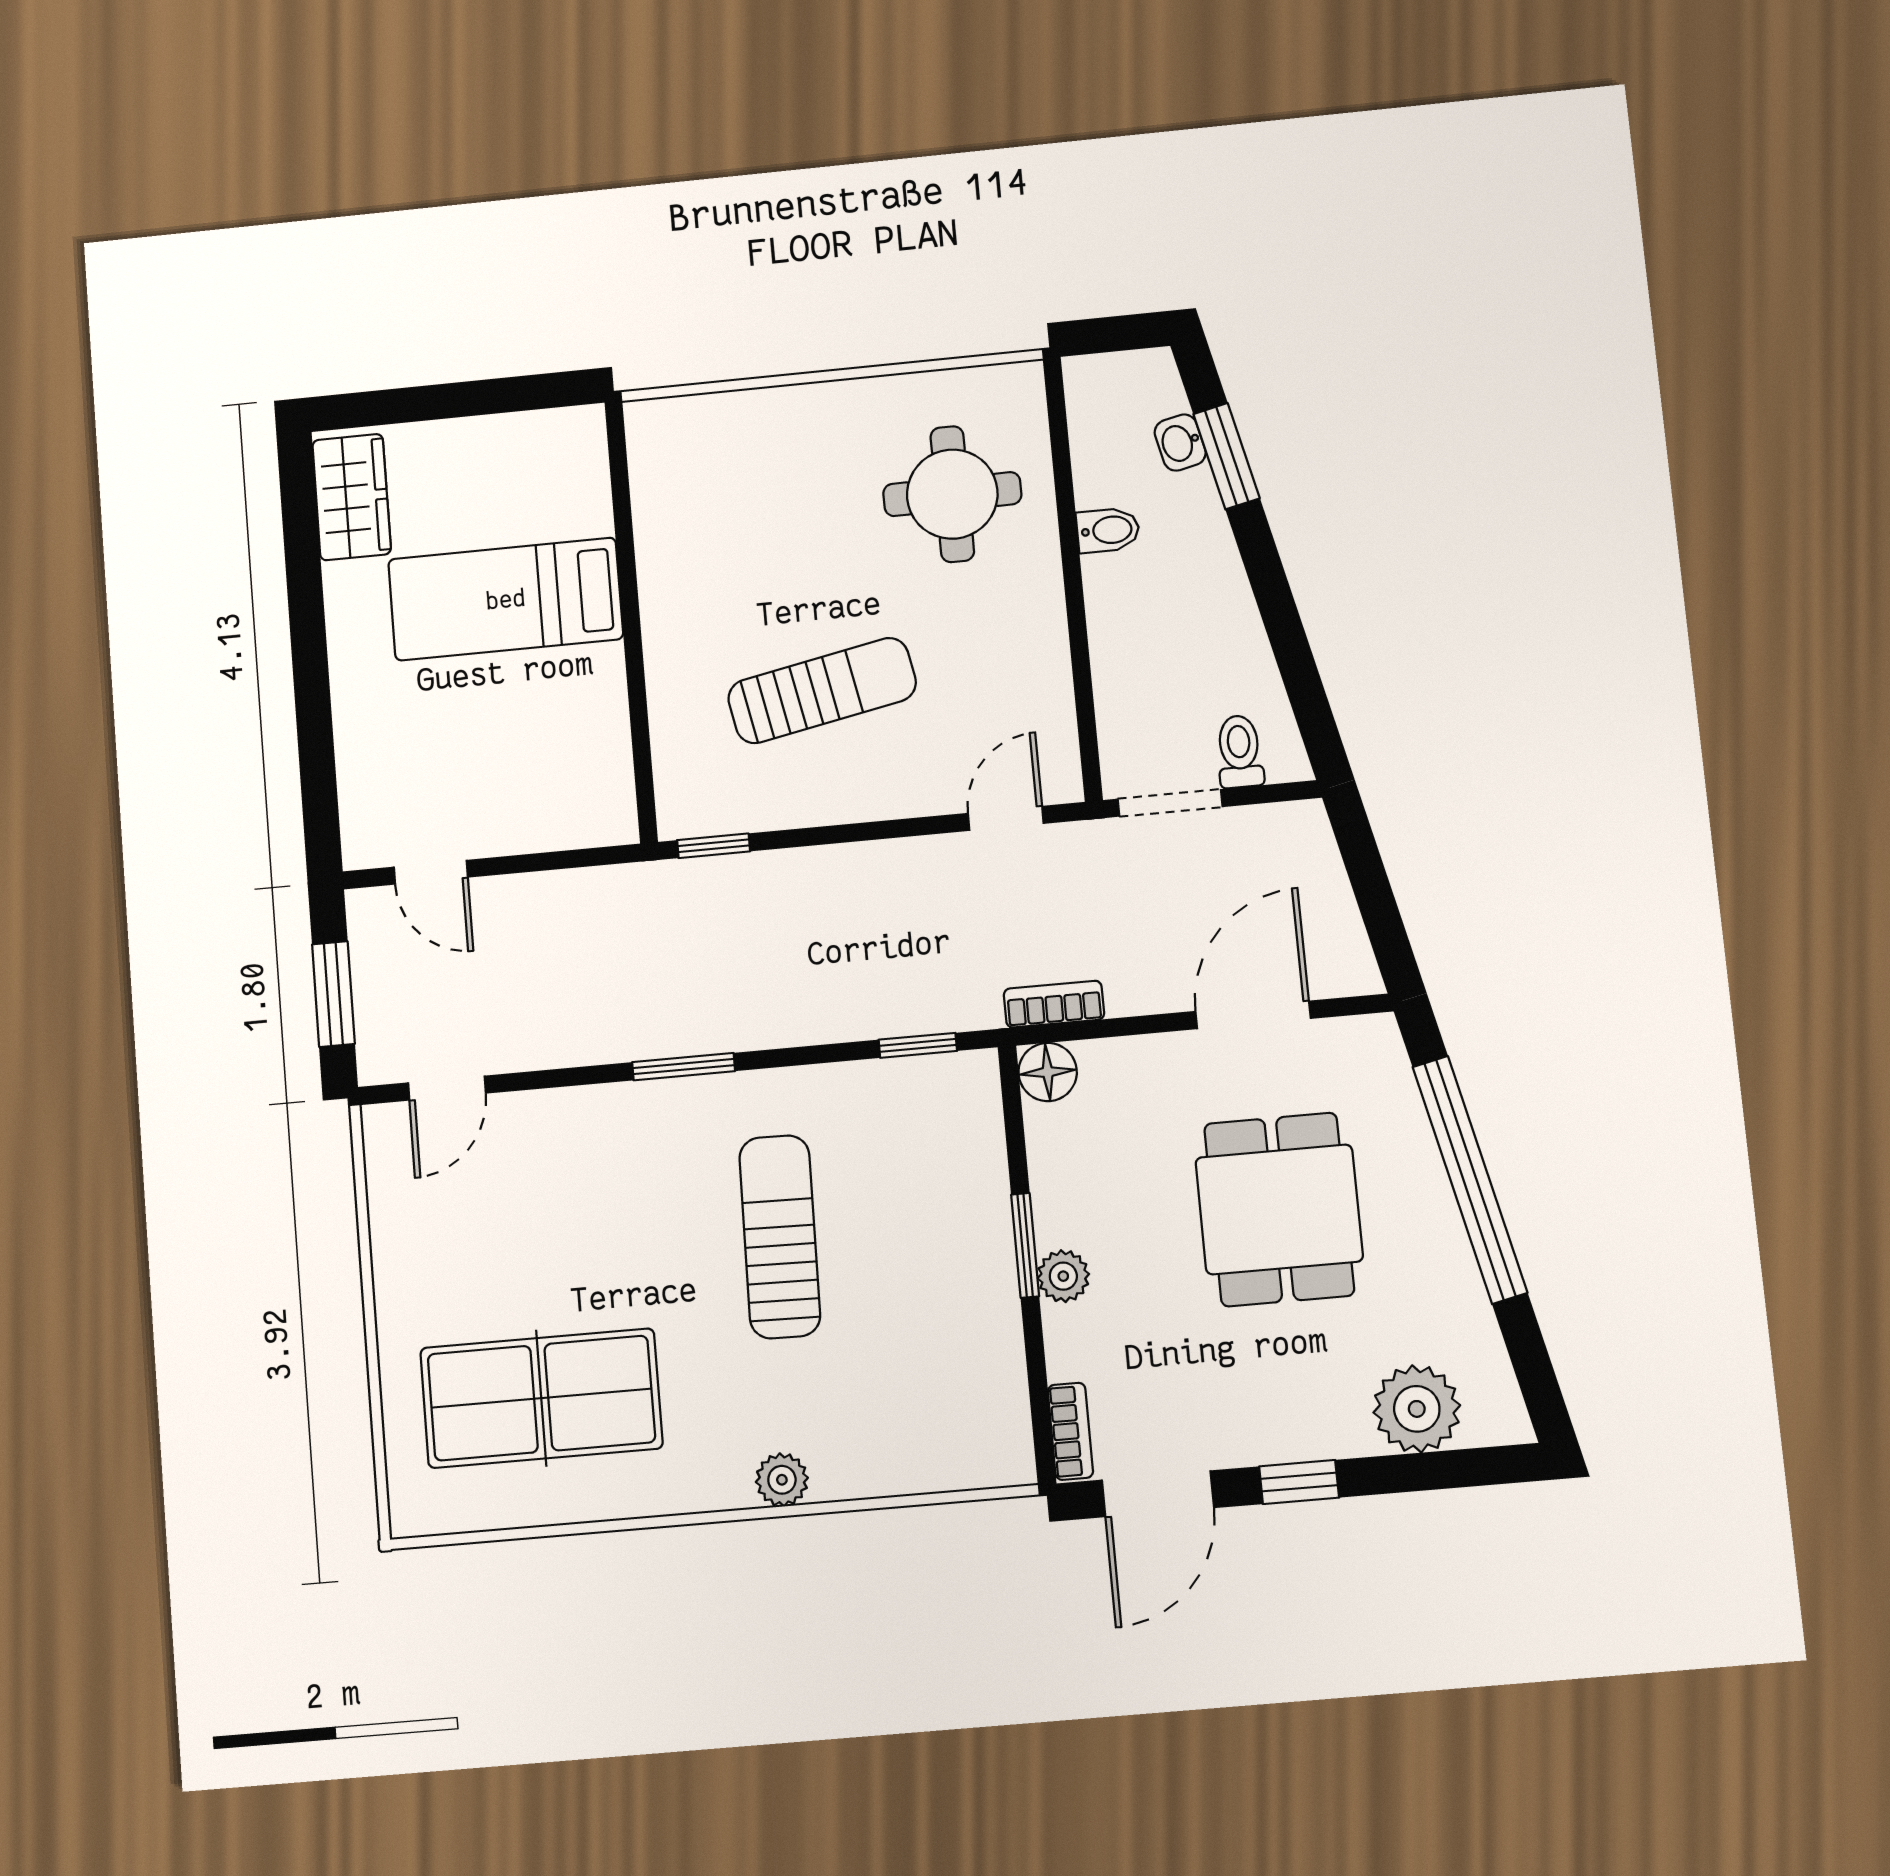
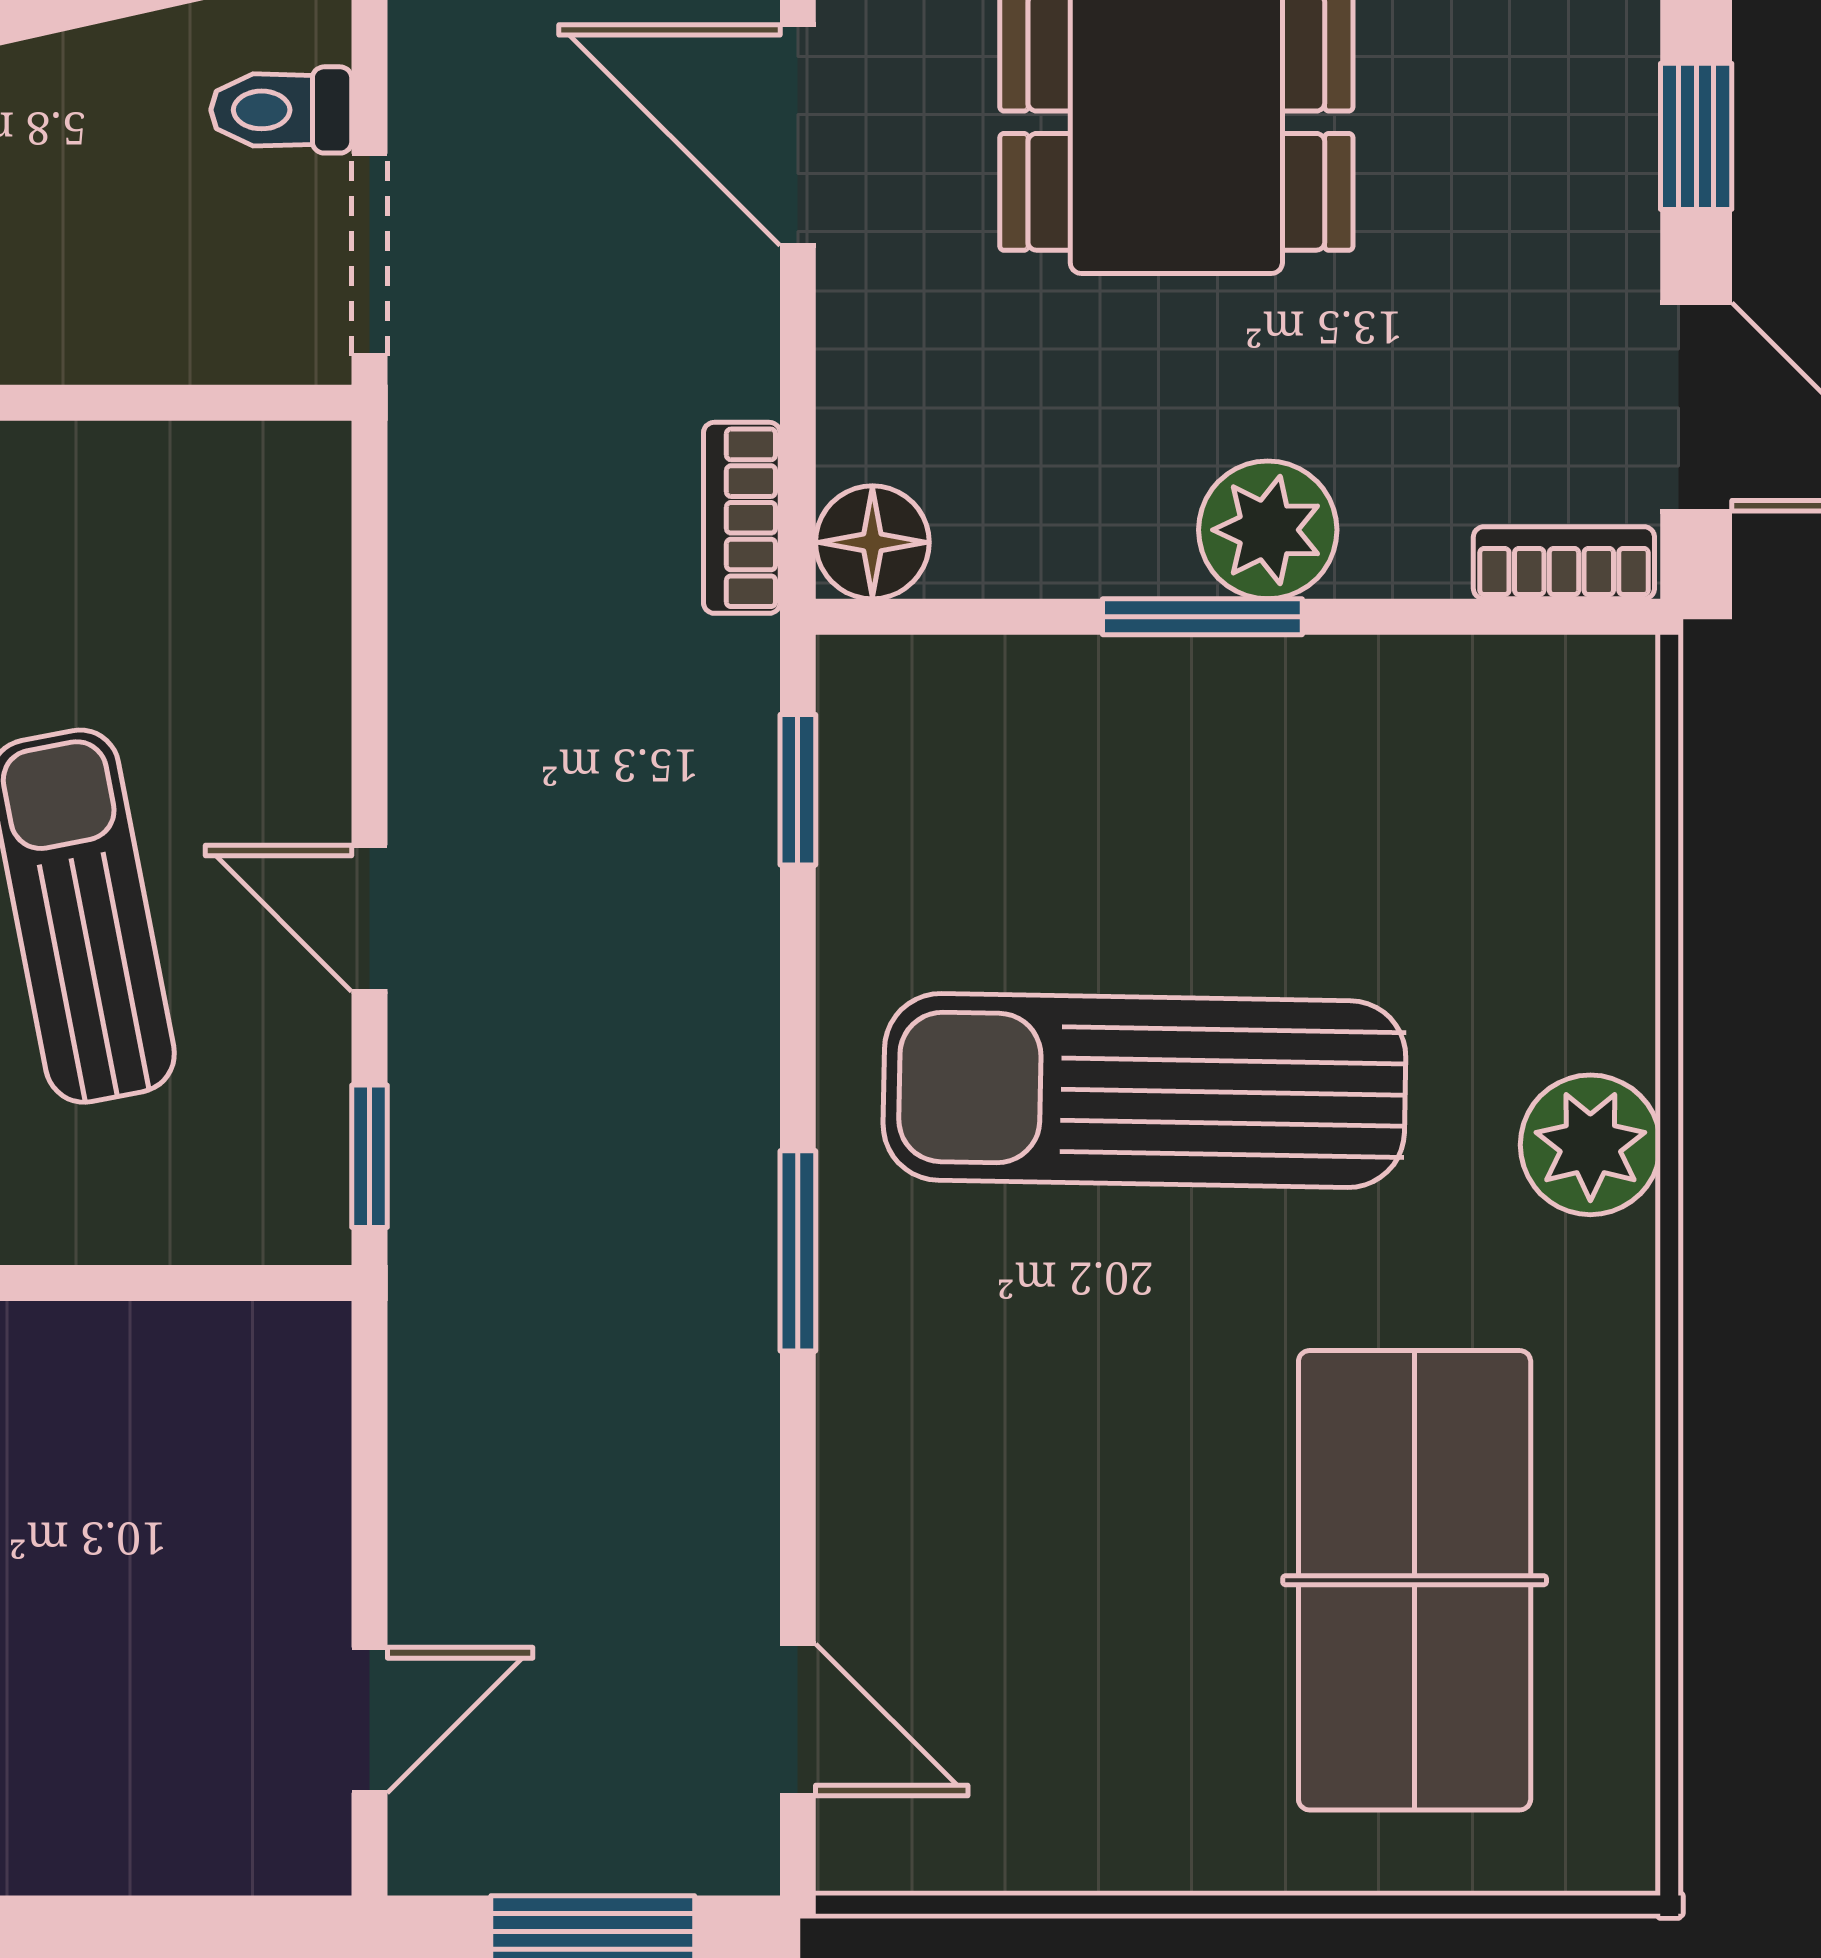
door: (1006, 818) -> (370, 918), moved
sun lounger: (780, 1237) -> (1144, 1091), width x1.36, depth x1.34
plant: (1063, 1276) -> (1268, 530), width x1.38, depth x1.38
plant: (782, 1480) -> (1590, 1145), width x1.38, depth x1.38

